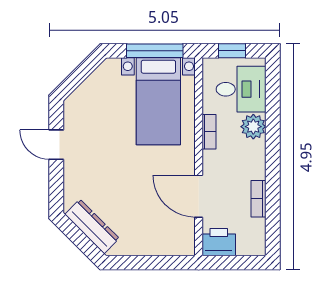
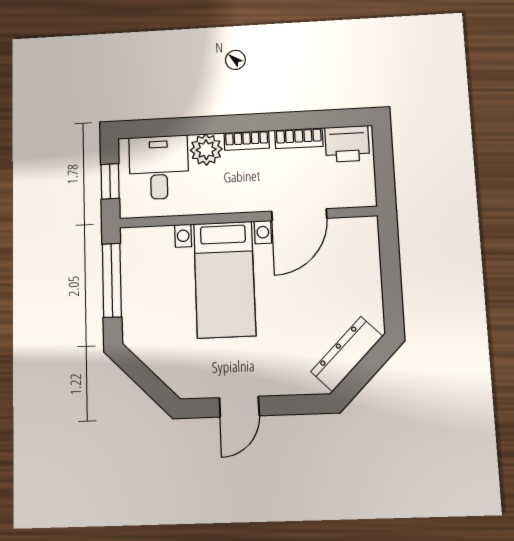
bed with nightstands: (158, 101) -> (225, 279), moved, turned 90
bookcase: (209, 132) -> (247, 140), moved, turned 180
printer: (219, 242) -> (347, 144), moved, turned -90

